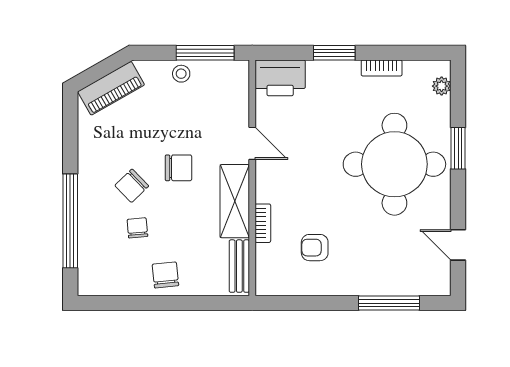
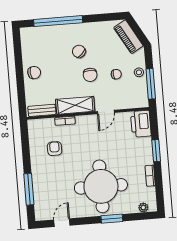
chair: (137, 228) -> (116, 74), moved

